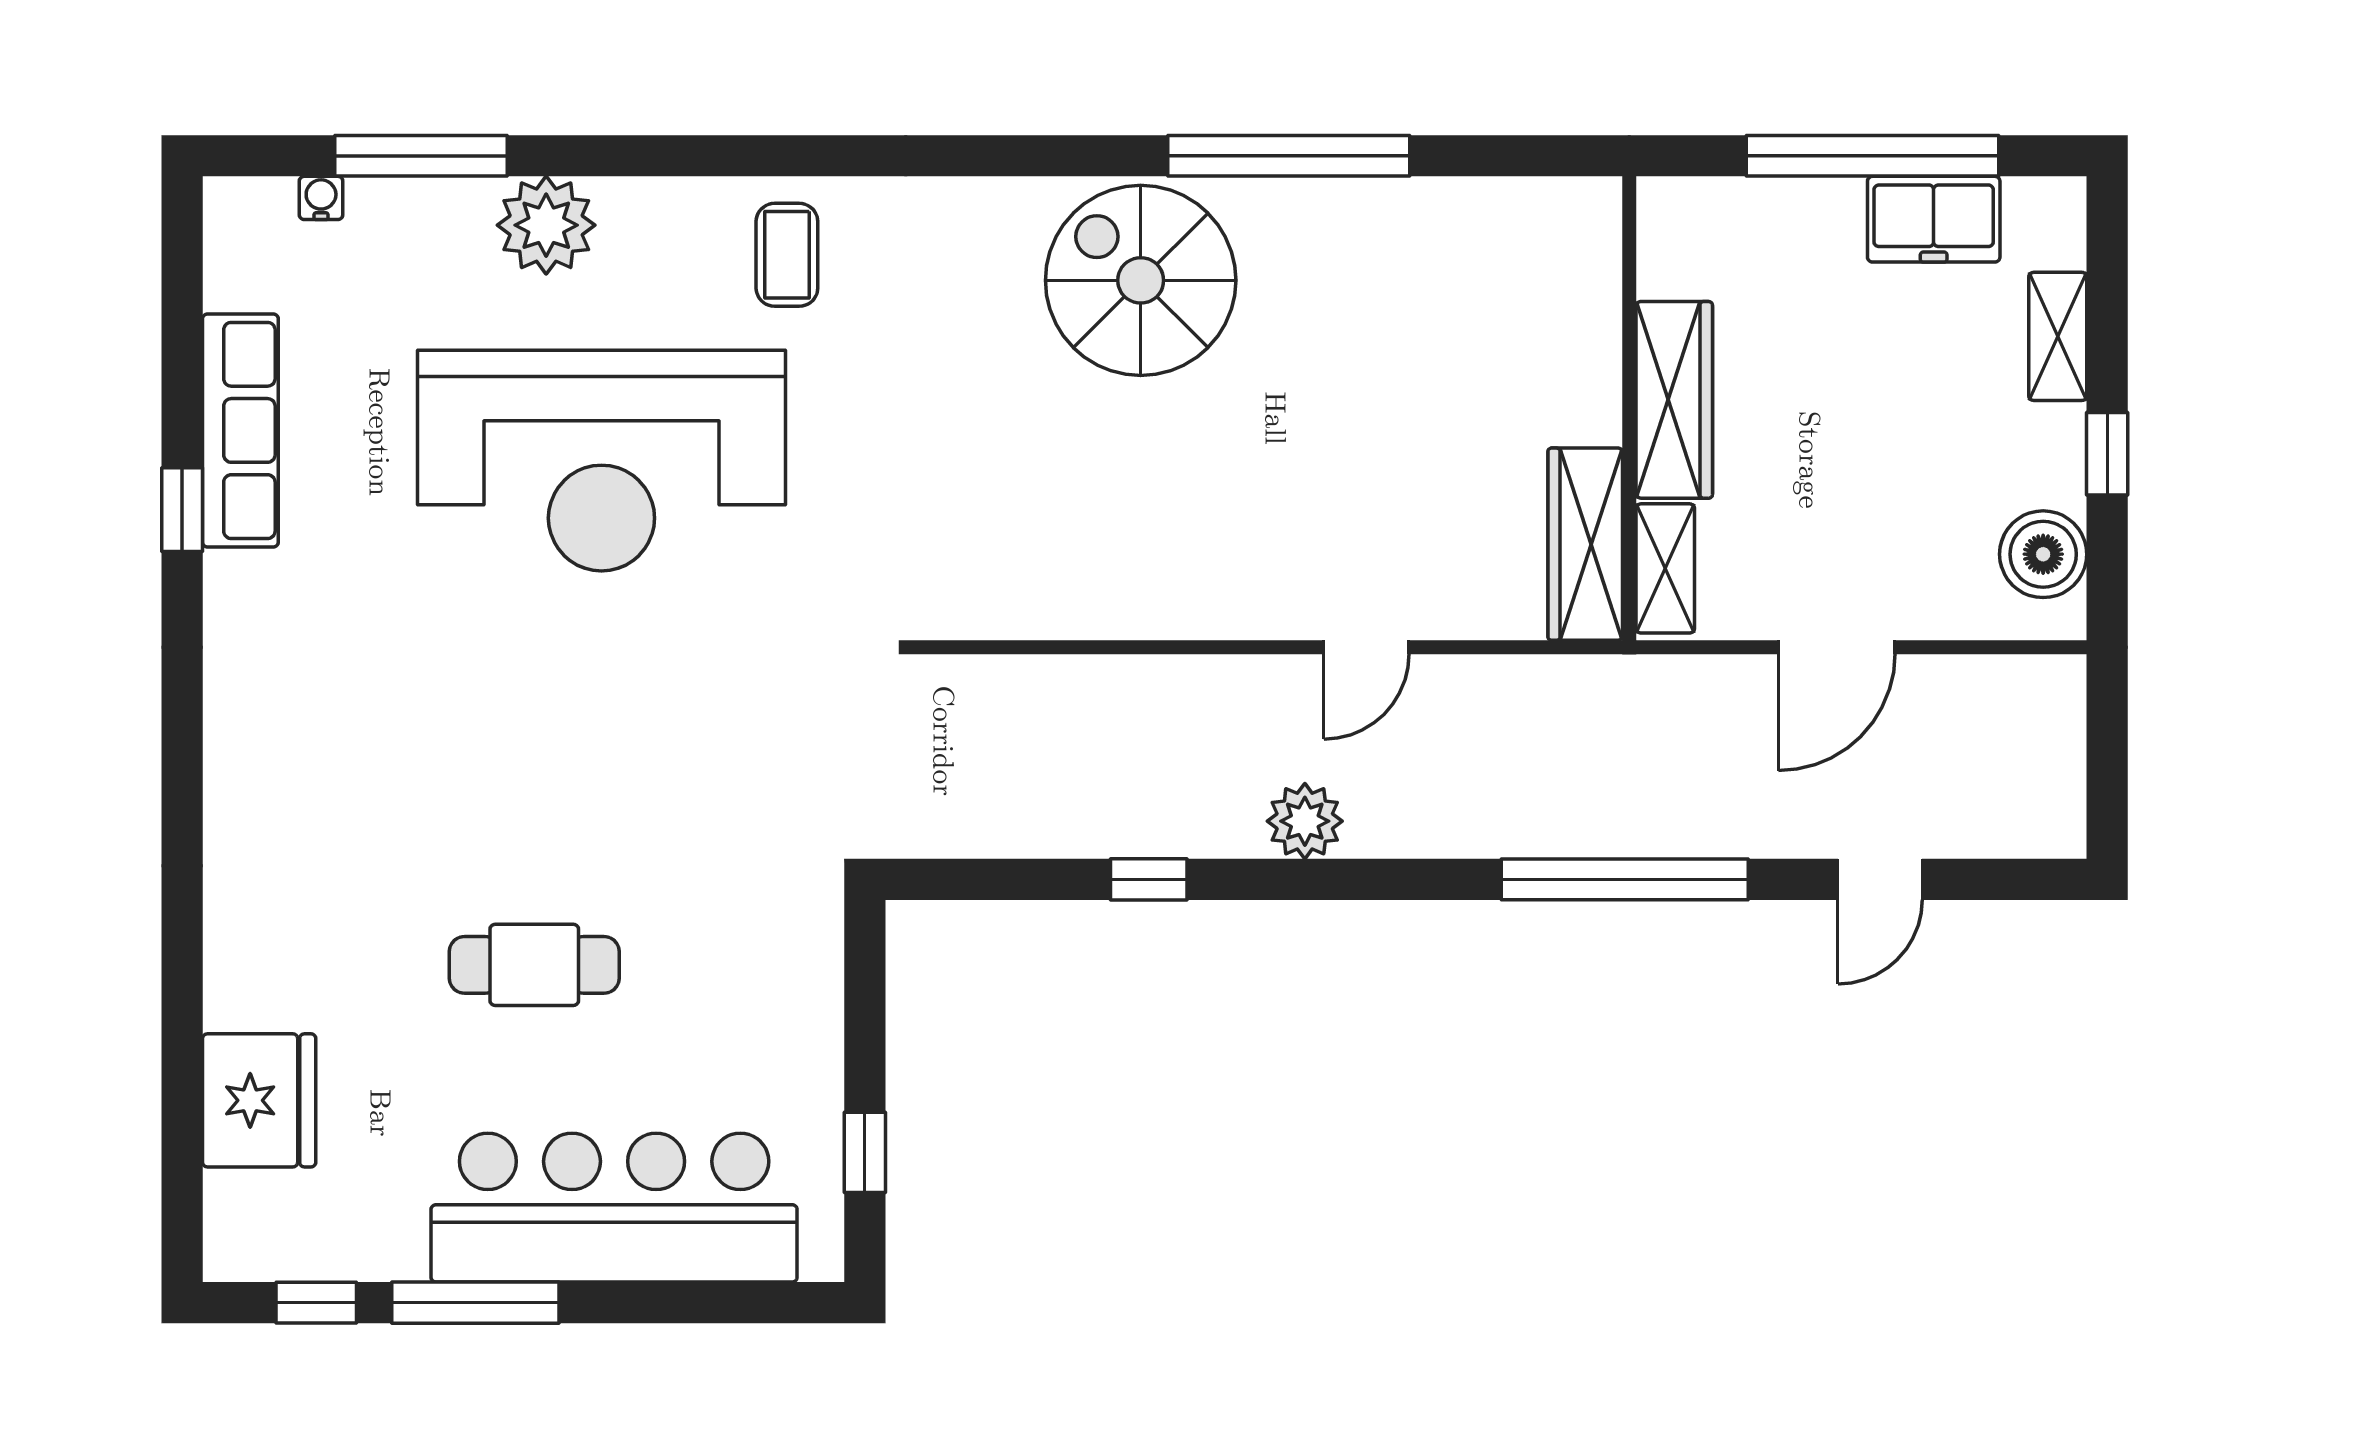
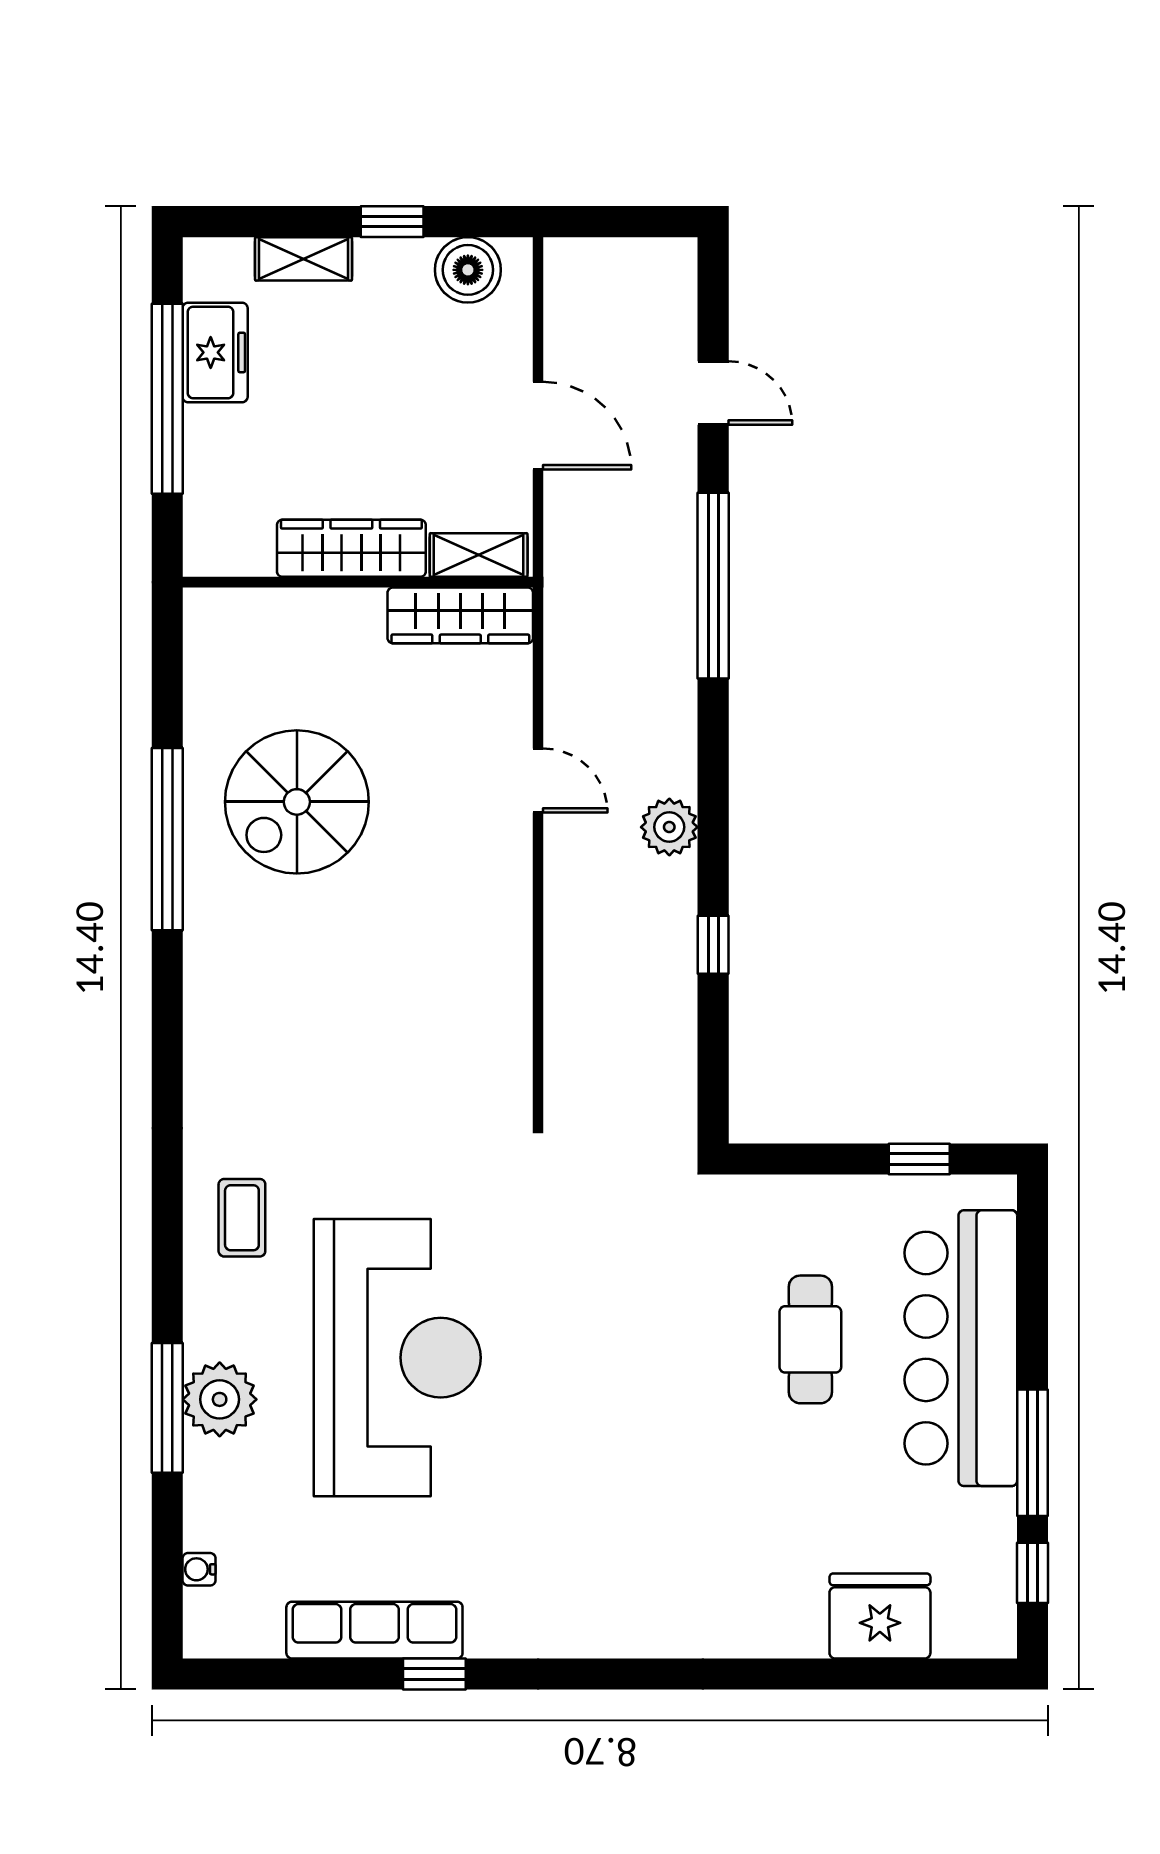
window: (421, 156) -> (167, 1408), moved
coffee table: (787, 255) -> (242, 1218), turned 90
spiral stairs: (1141, 280) -> (297, 802), moved
cafe table: (534, 965) -> (810, 1339), moved

